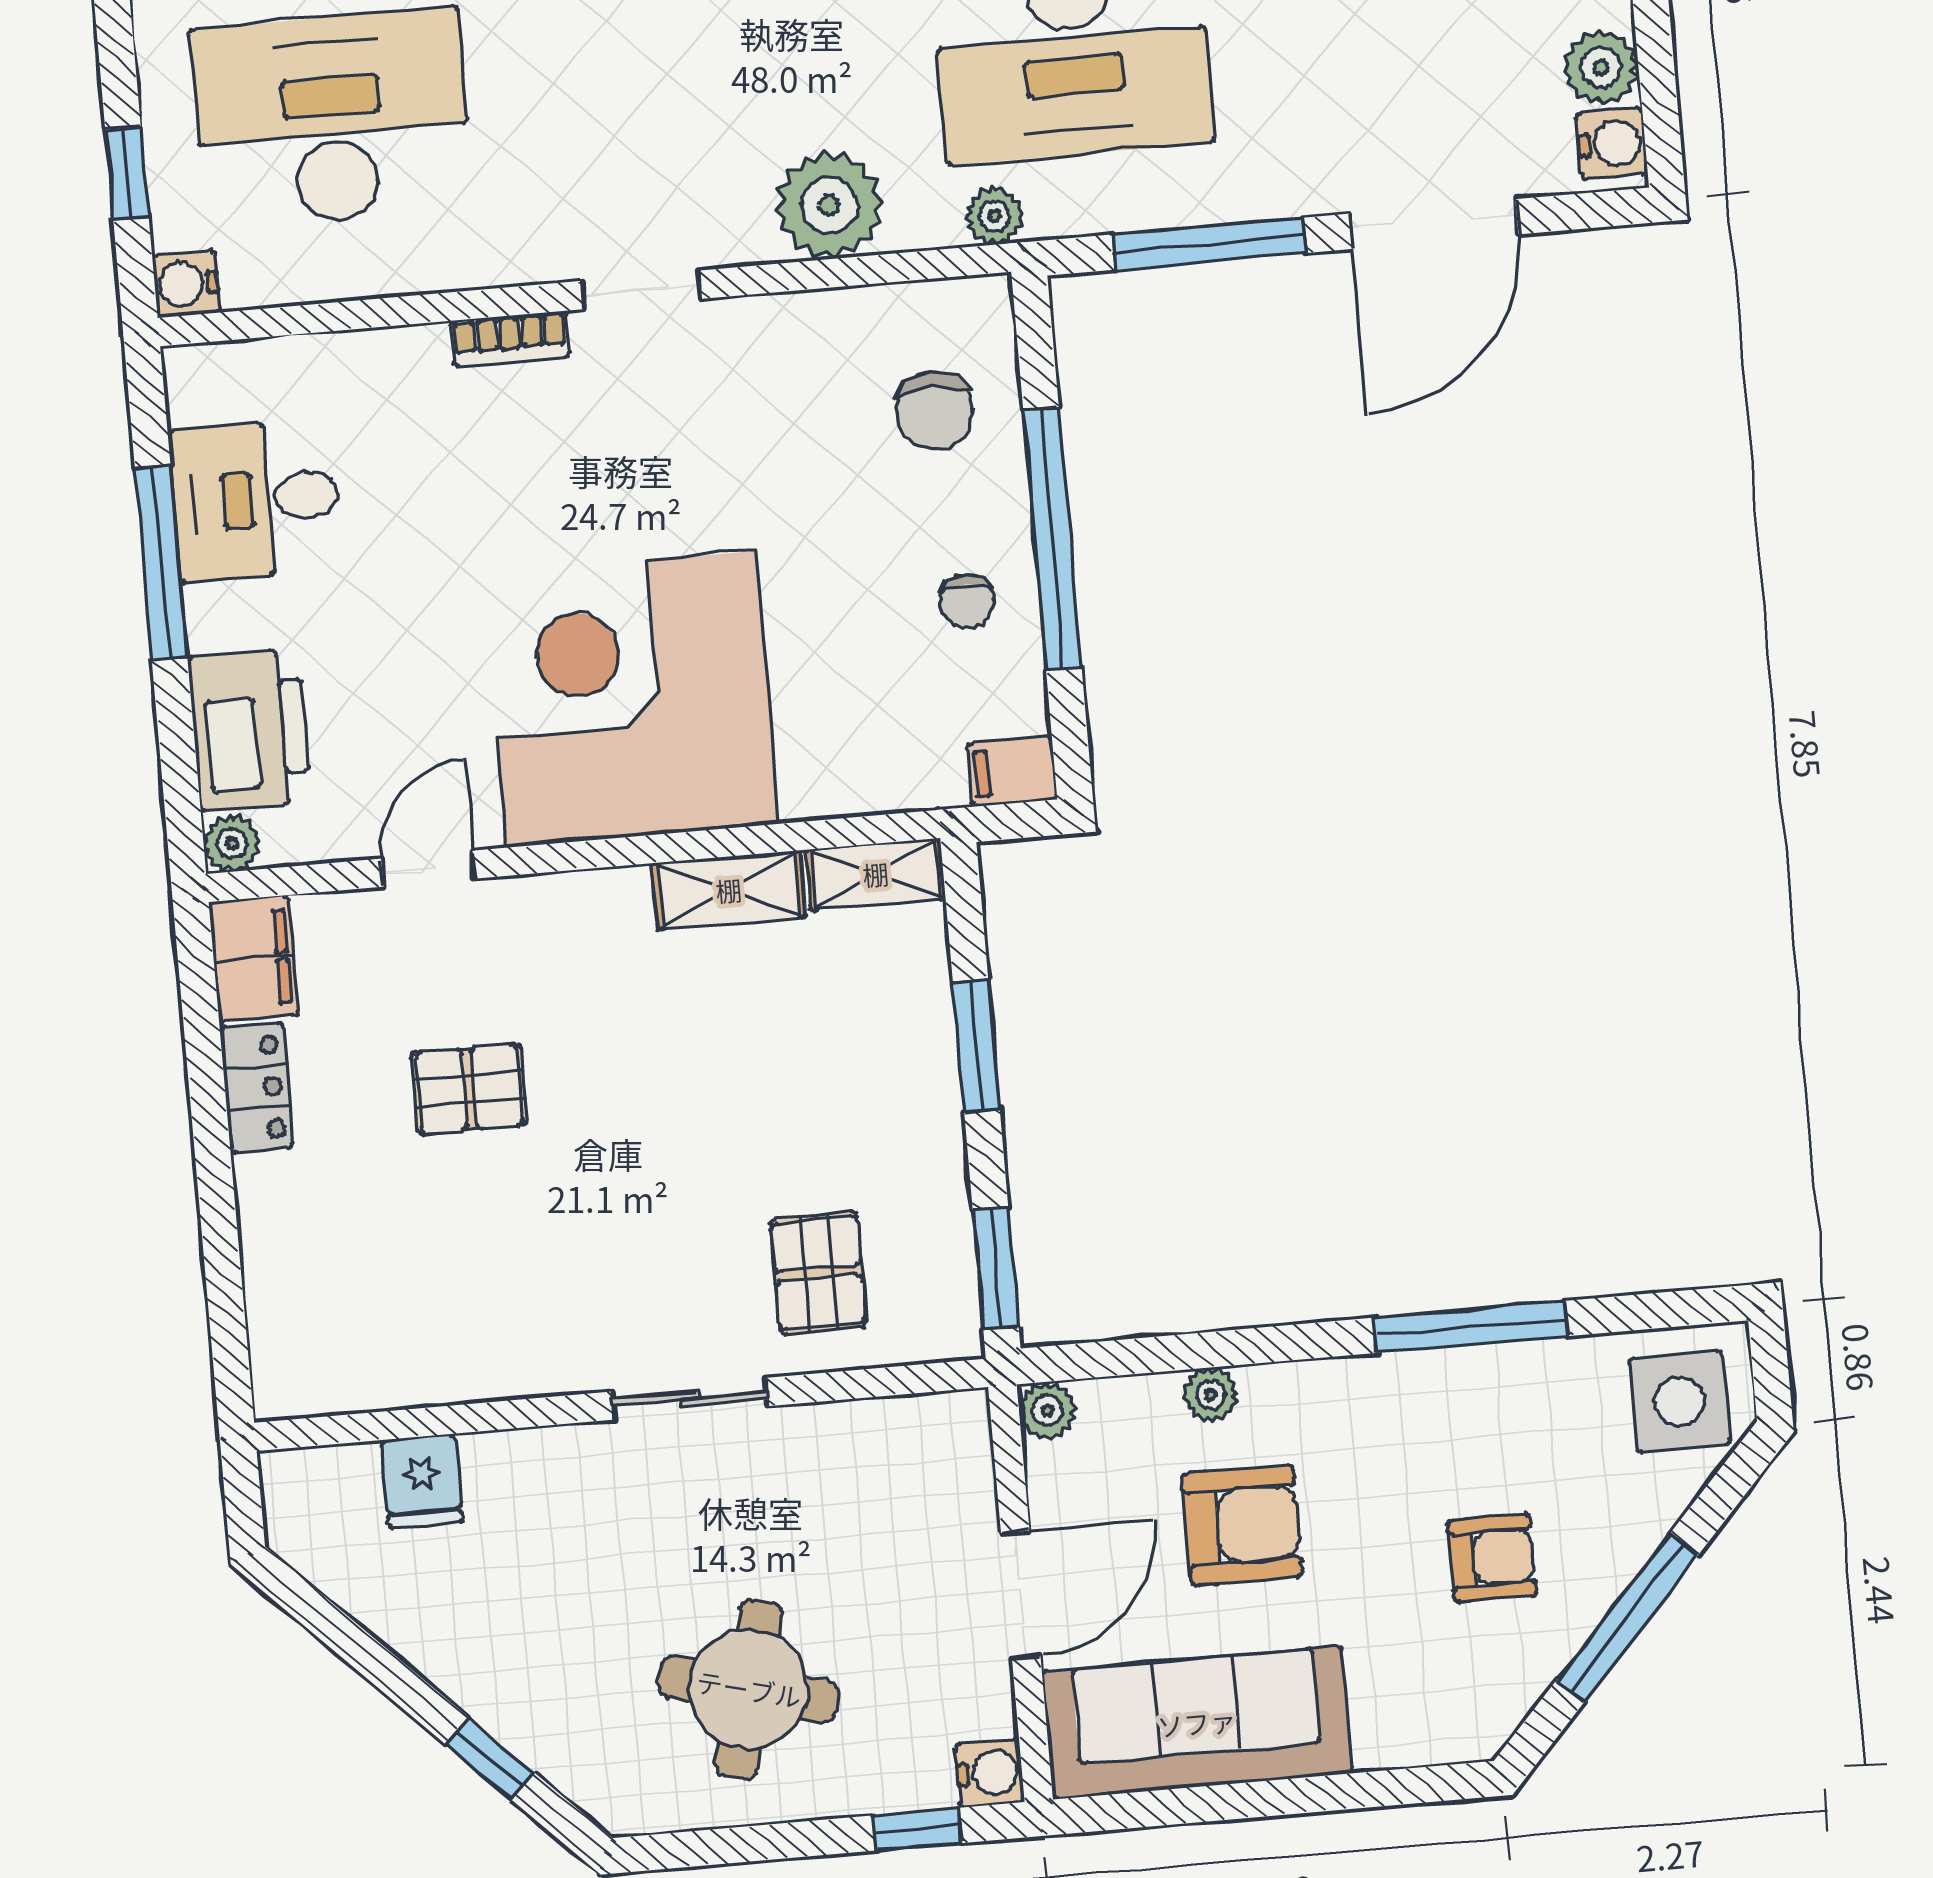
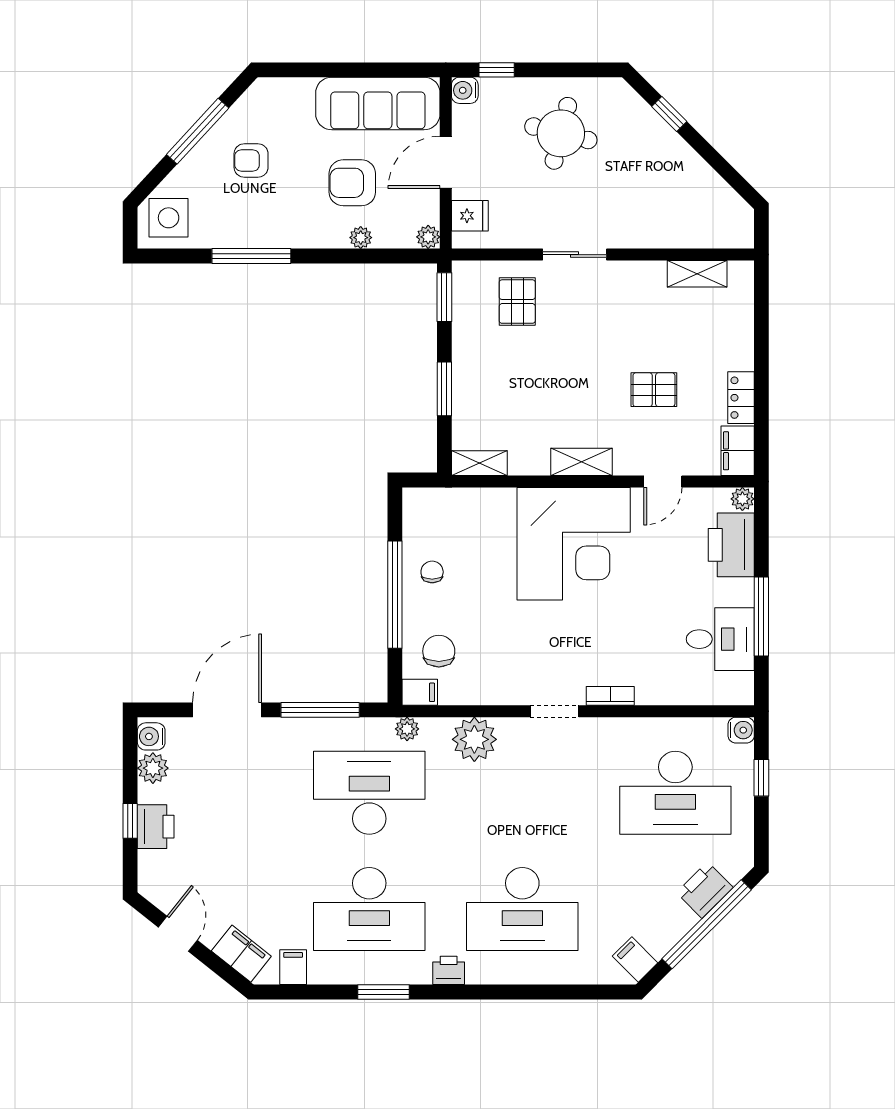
filing cabinet: (1012, 771) -> (420, 692), moved
shelving: (729, 890) -> (582, 462), moved
shelving: (389, 1378) -> (697, 274), added
fridge: (422, 1481) -> (470, 216), moved, turned 90

